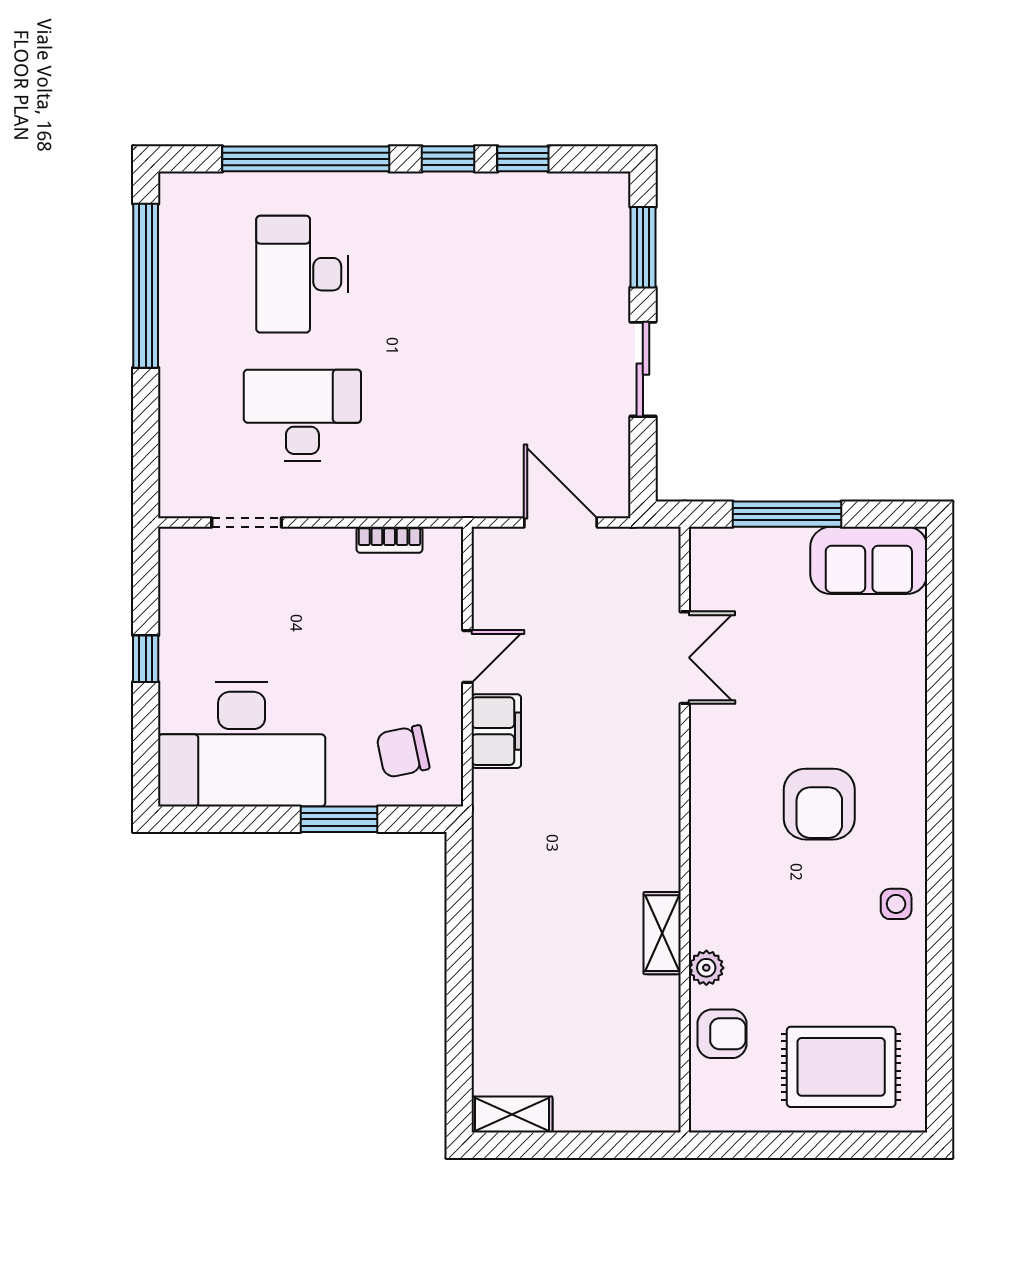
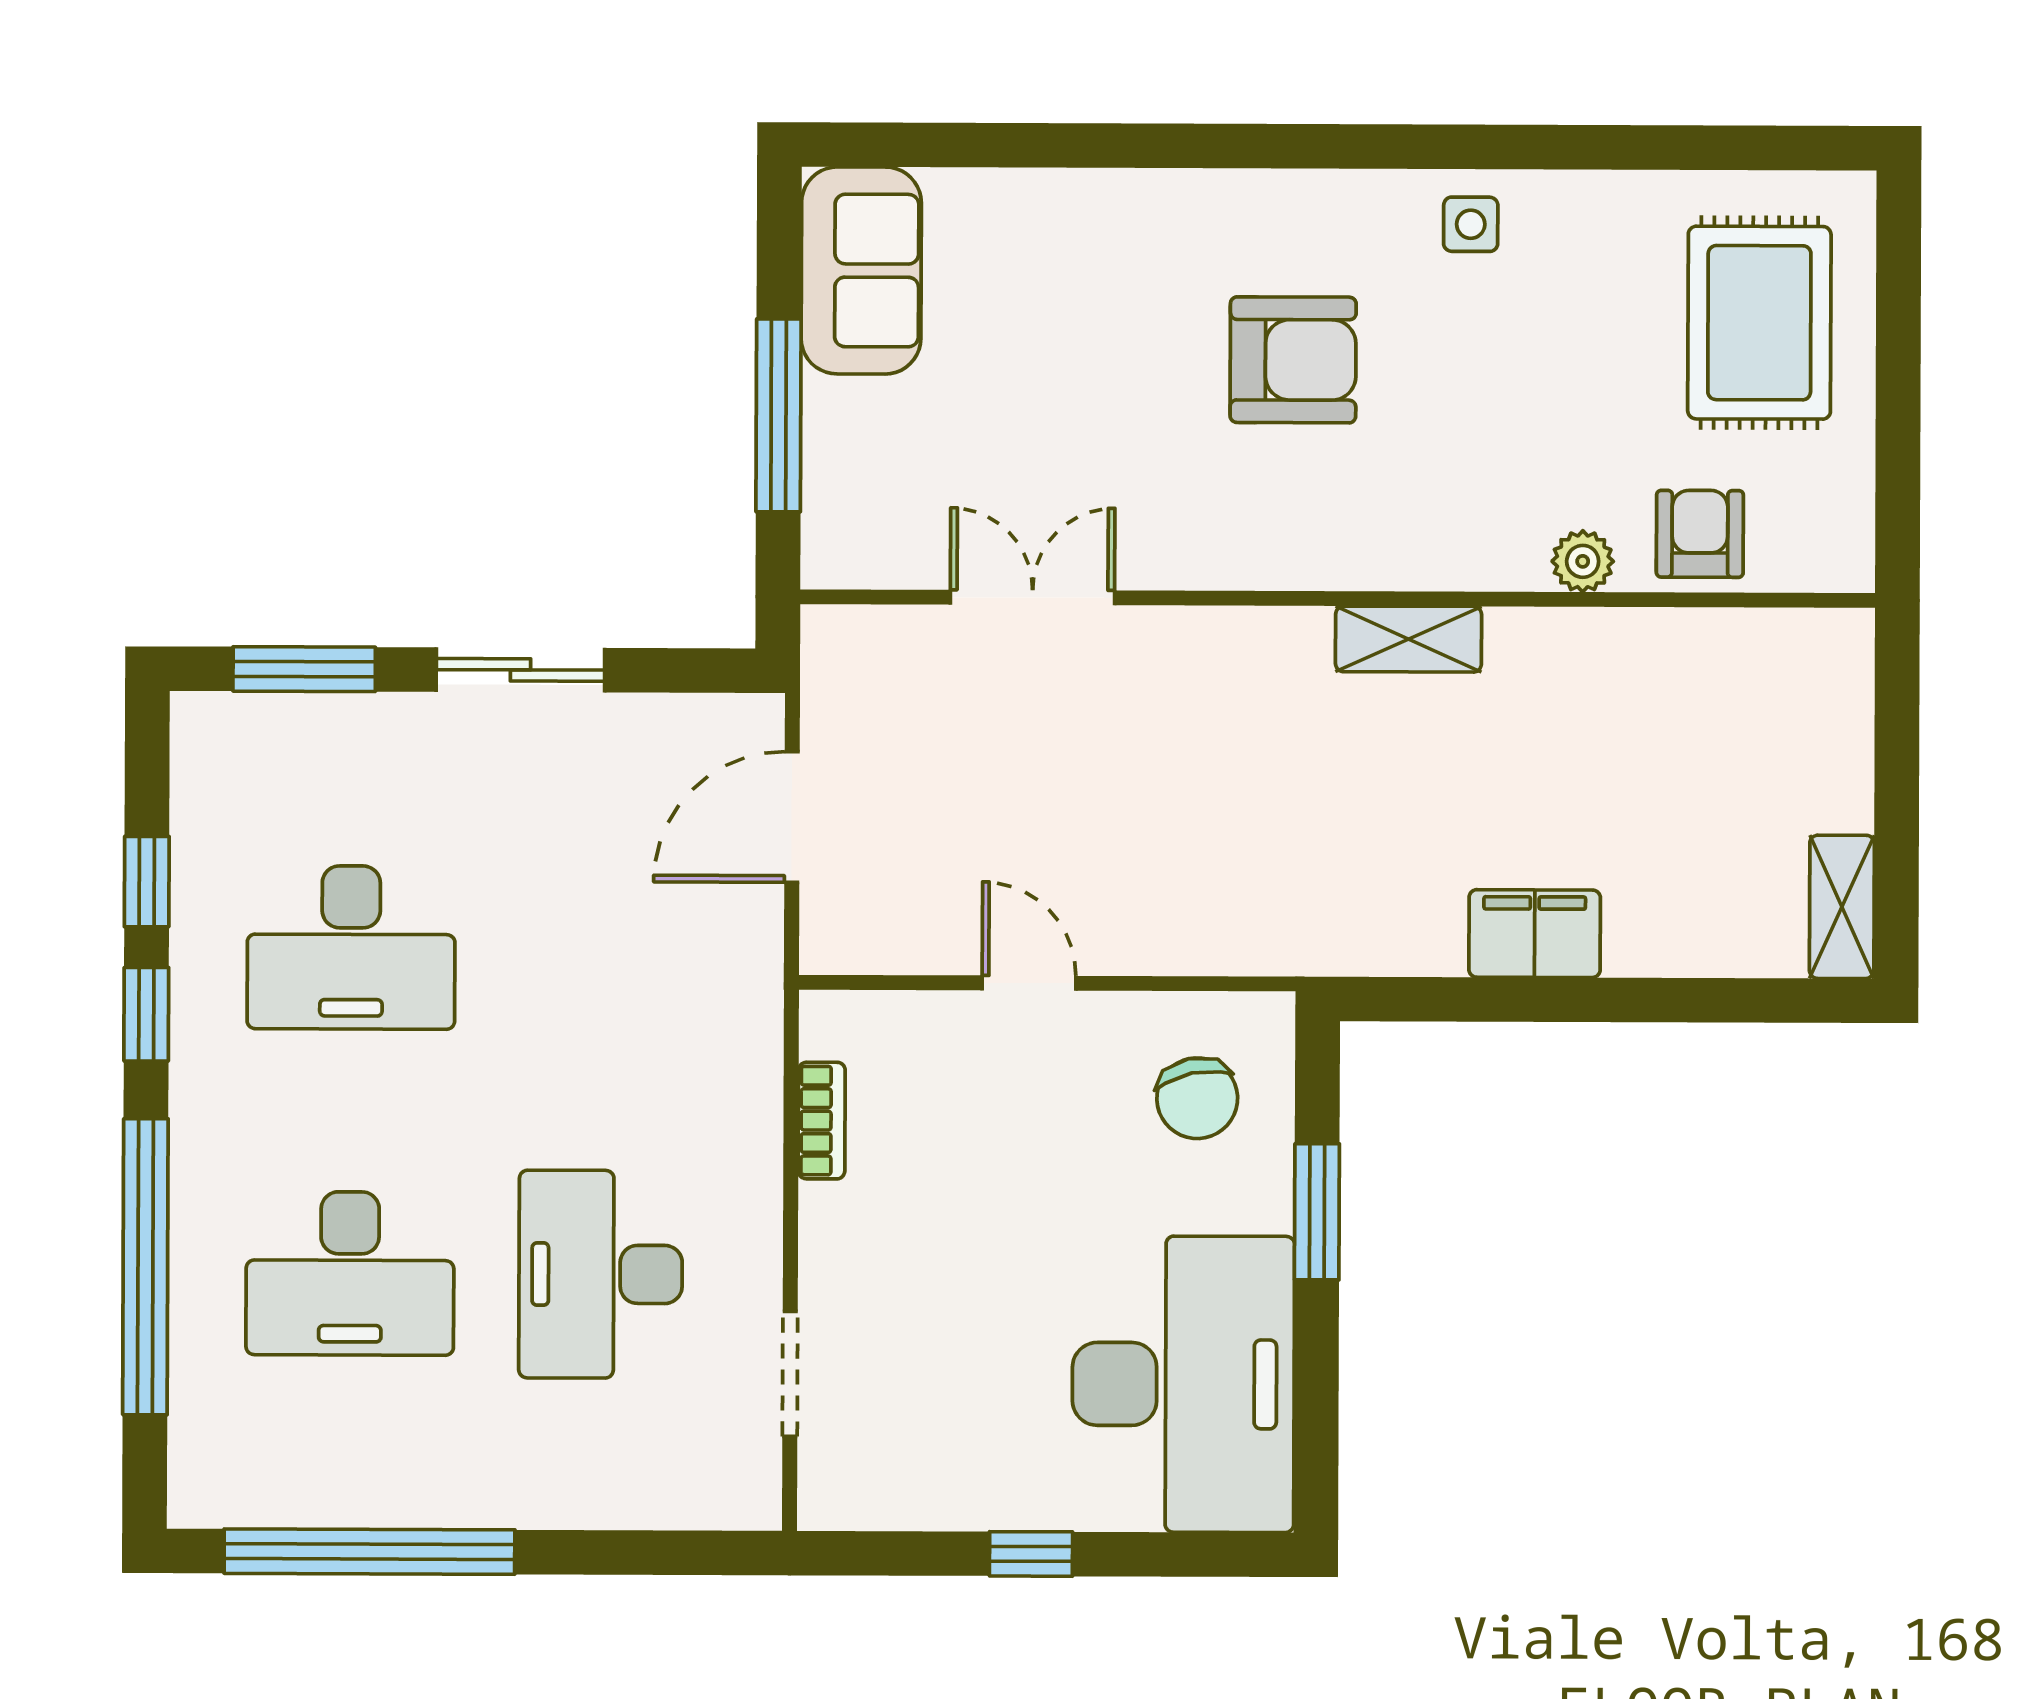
desk: (486, 274) -> (351, 947), added
filing cabinet: (496, 731) -> (1535, 934), moved
shelving: (662, 933) -> (1409, 639), moved

